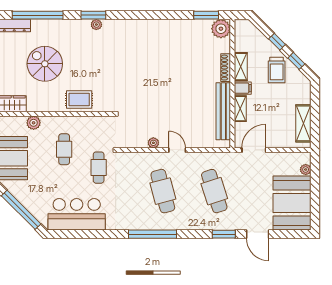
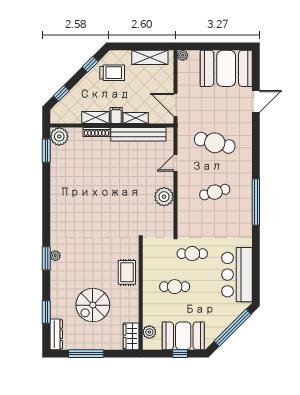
window: (38, 15) -> (46, 312), width x0.47
window: (277, 42) -> (61, 93), moved
trolley: (277, 70) -> (112, 73), moved
plant: (34, 123) -> (149, 332), moved
plant: (153, 143) -> (164, 197), width x1.87, depth x1.87
door: (177, 150) -> (176, 163), moved
plant: (306, 170) -> (183, 55), moved
cafe table: (163, 191) -> (215, 192), width x0.73, depth x0.74
cafe table: (214, 191) -> (215, 143), turned 33
window: (224, 234) -> (256, 134), removed

